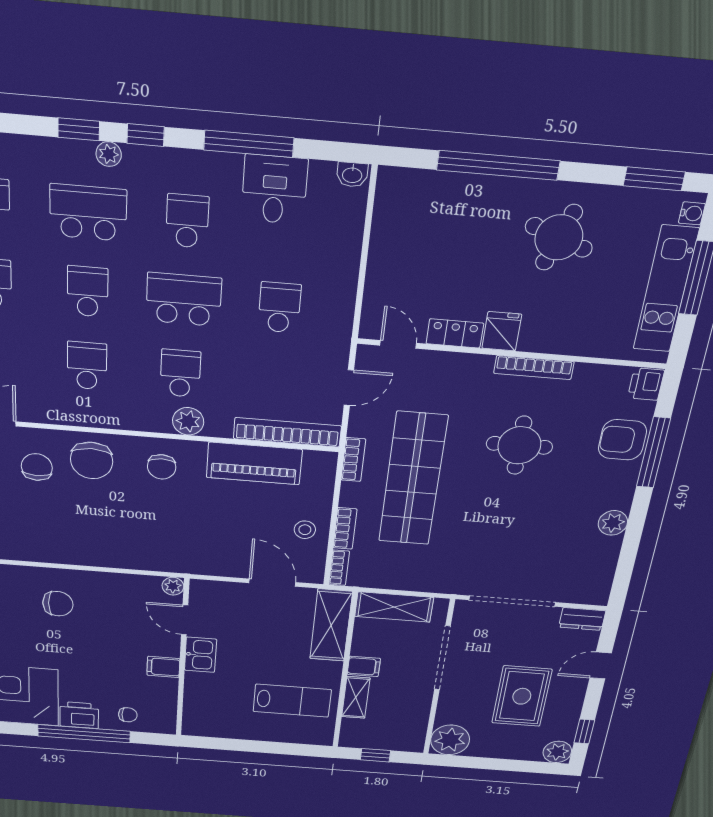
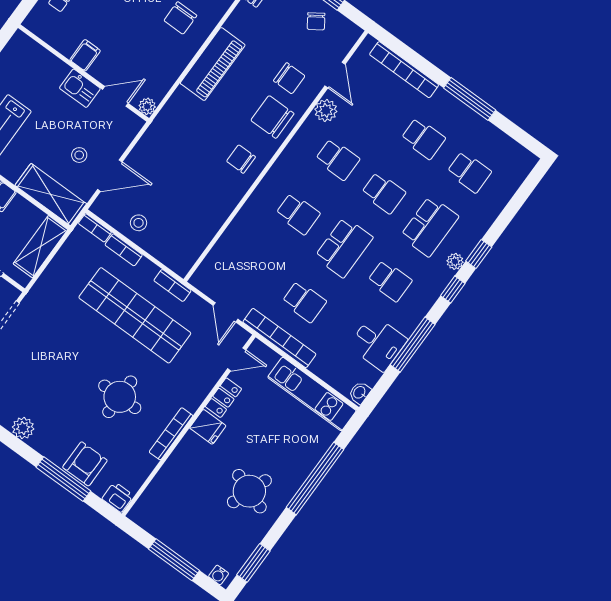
kitchen unit: (666, 289) -> (312, 394), moved, turned 180
plant: (188, 421) -> (326, 110), moved
bookcase: (287, 432) -> (279, 338), moved, turned -90
piano: (254, 464) -> (213, 64), moved, turned 180
stool: (271, 621) -> (79, 155), added

